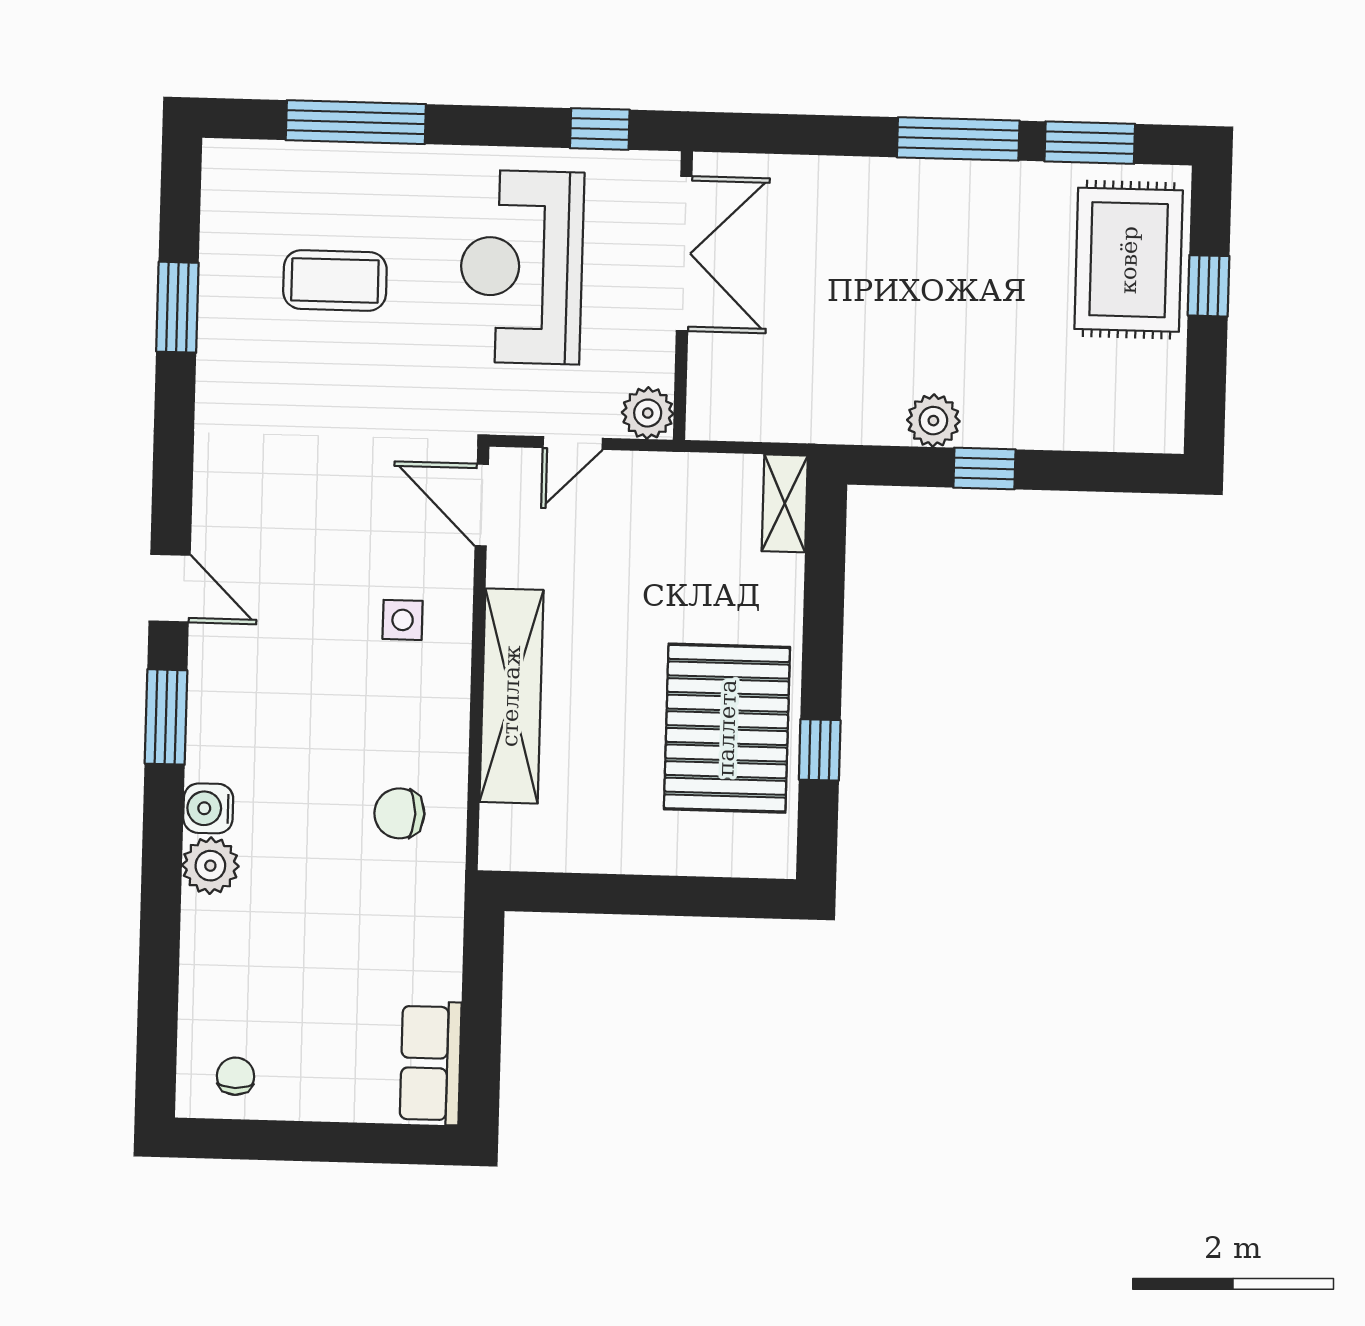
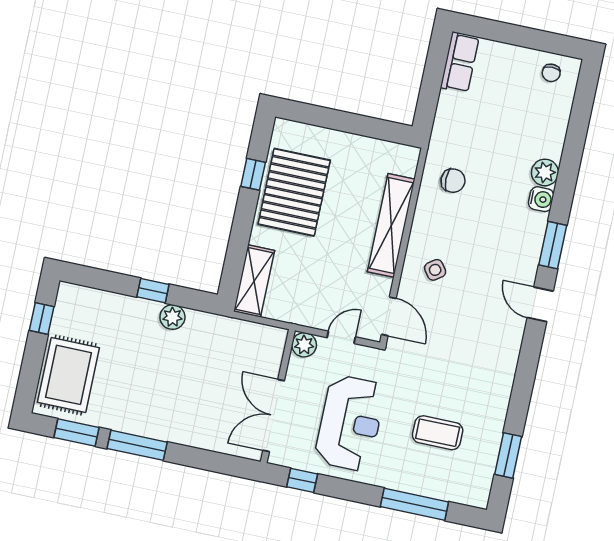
window: (1209, 286) -> (42, 319), moved
window: (177, 307) -> (508, 455), moved
shelving: (785, 503) -> (254, 281), width x1.50, depth x1.33
side table: (403, 620) -> (435, 270), turned -36

